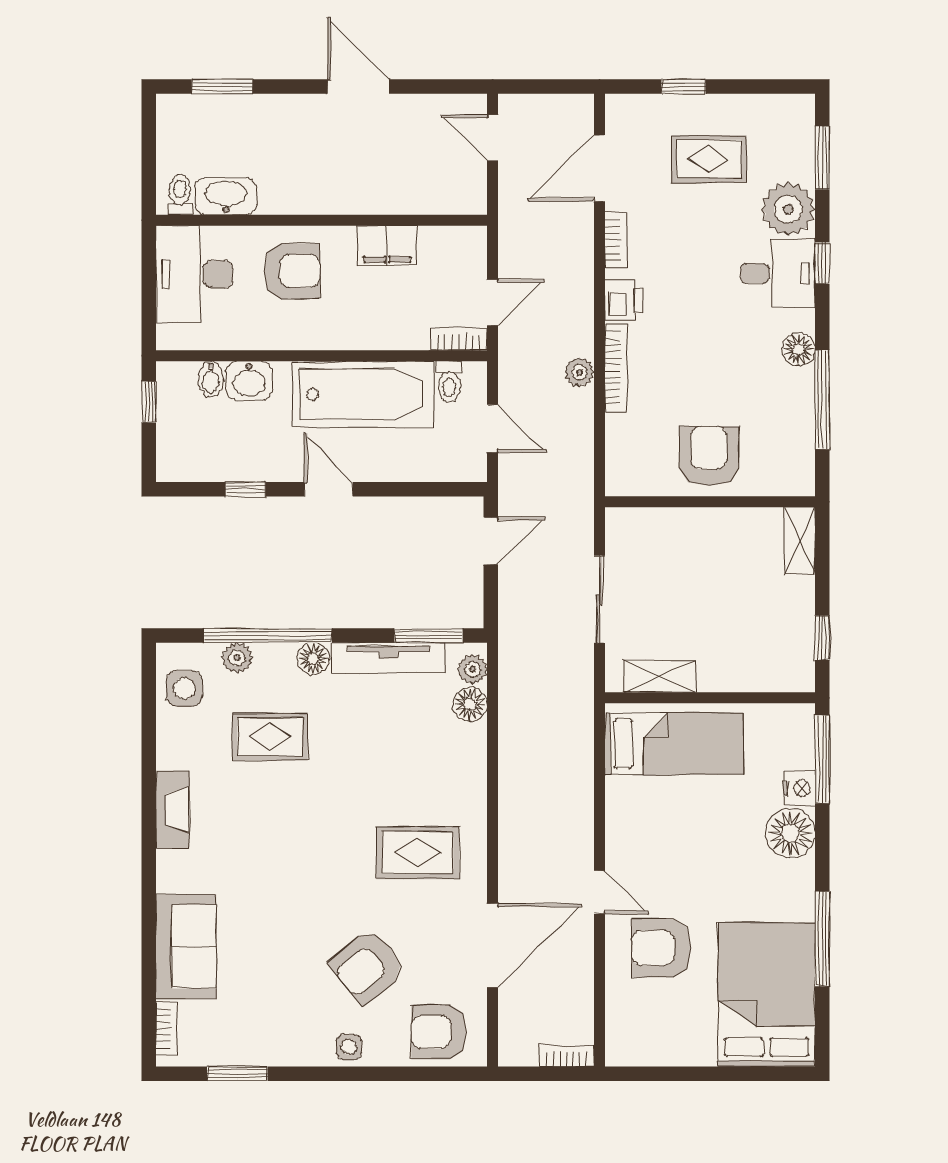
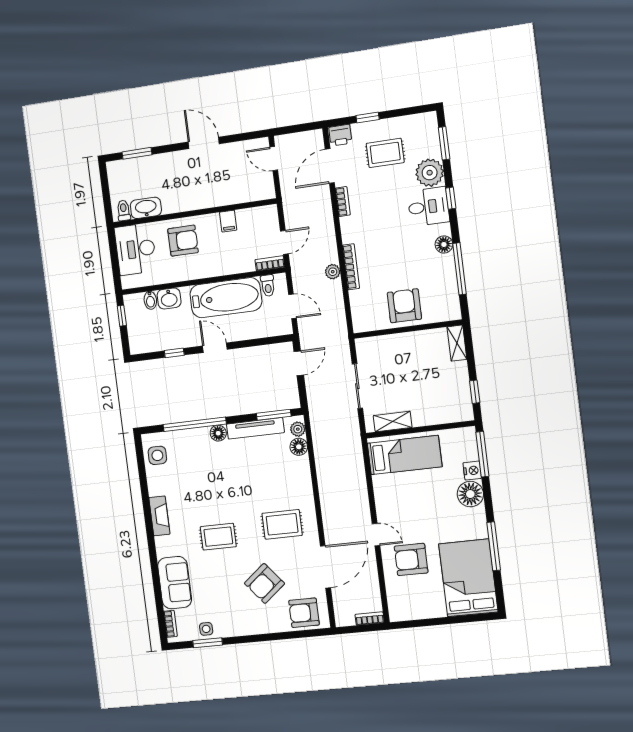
filing cabinet: (387, 246) -> (228, 221), width x0.50
printer: (623, 300) -> (340, 135), moved, turned 90
plant: (237, 658) -> (181, 437), removed
rug: (270, 737) -> (218, 537), moved
side table: (349, 1047) -> (206, 629), moved

